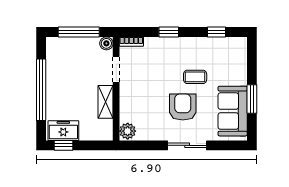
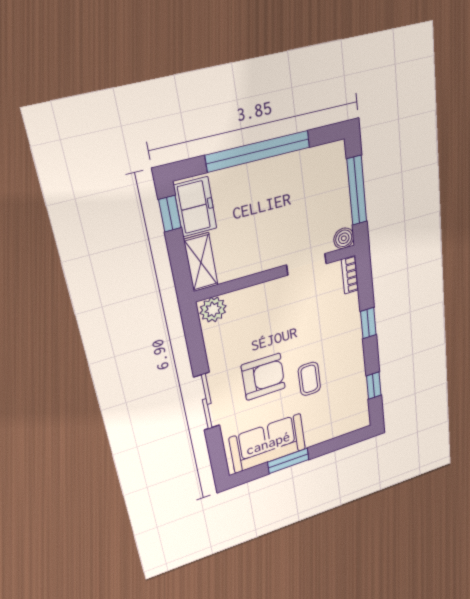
shelving: (106, 102) -> (201, 262), moved, turned 90

